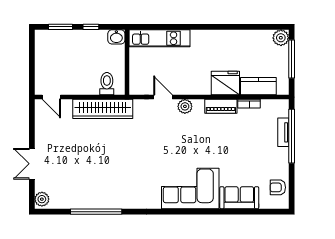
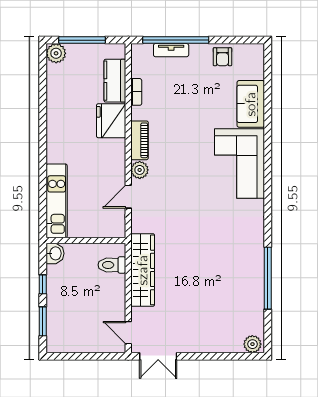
door: (51, 97) -> (128, 333), swing flipped
piano: (221, 106) -> (139, 140), moved
double door: (32, 164) -> (158, 356), moved
armchair: (278, 187) -> (222, 57), moved

